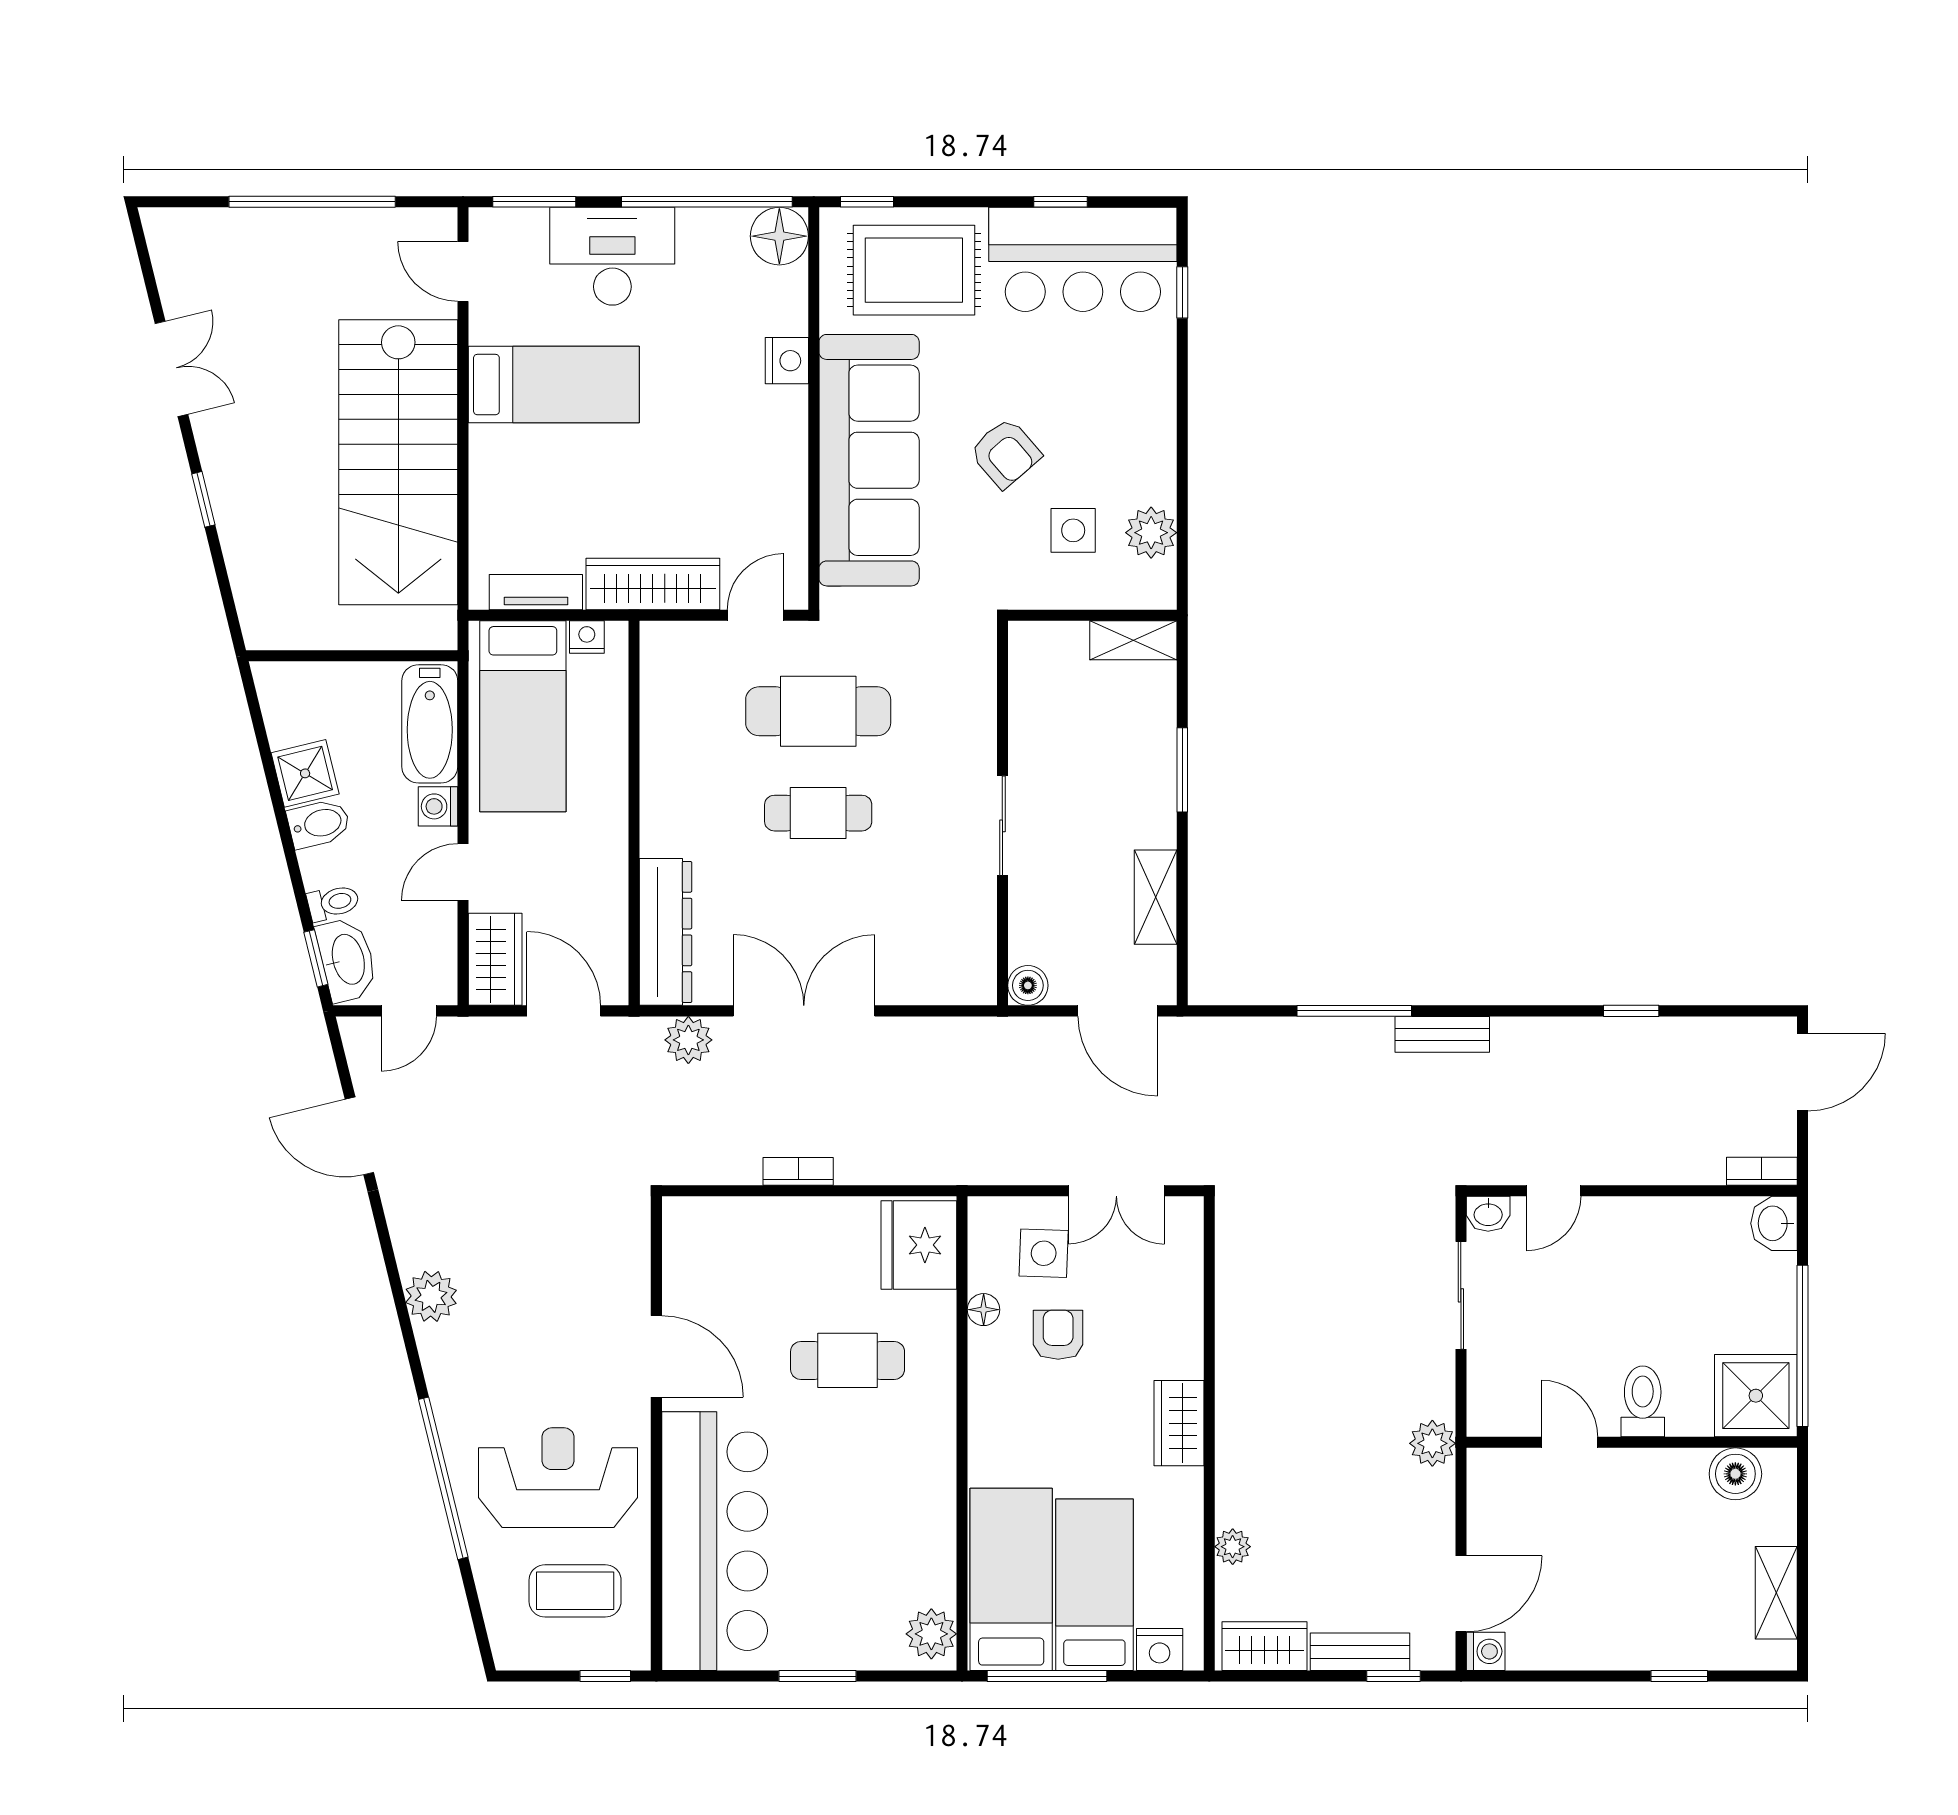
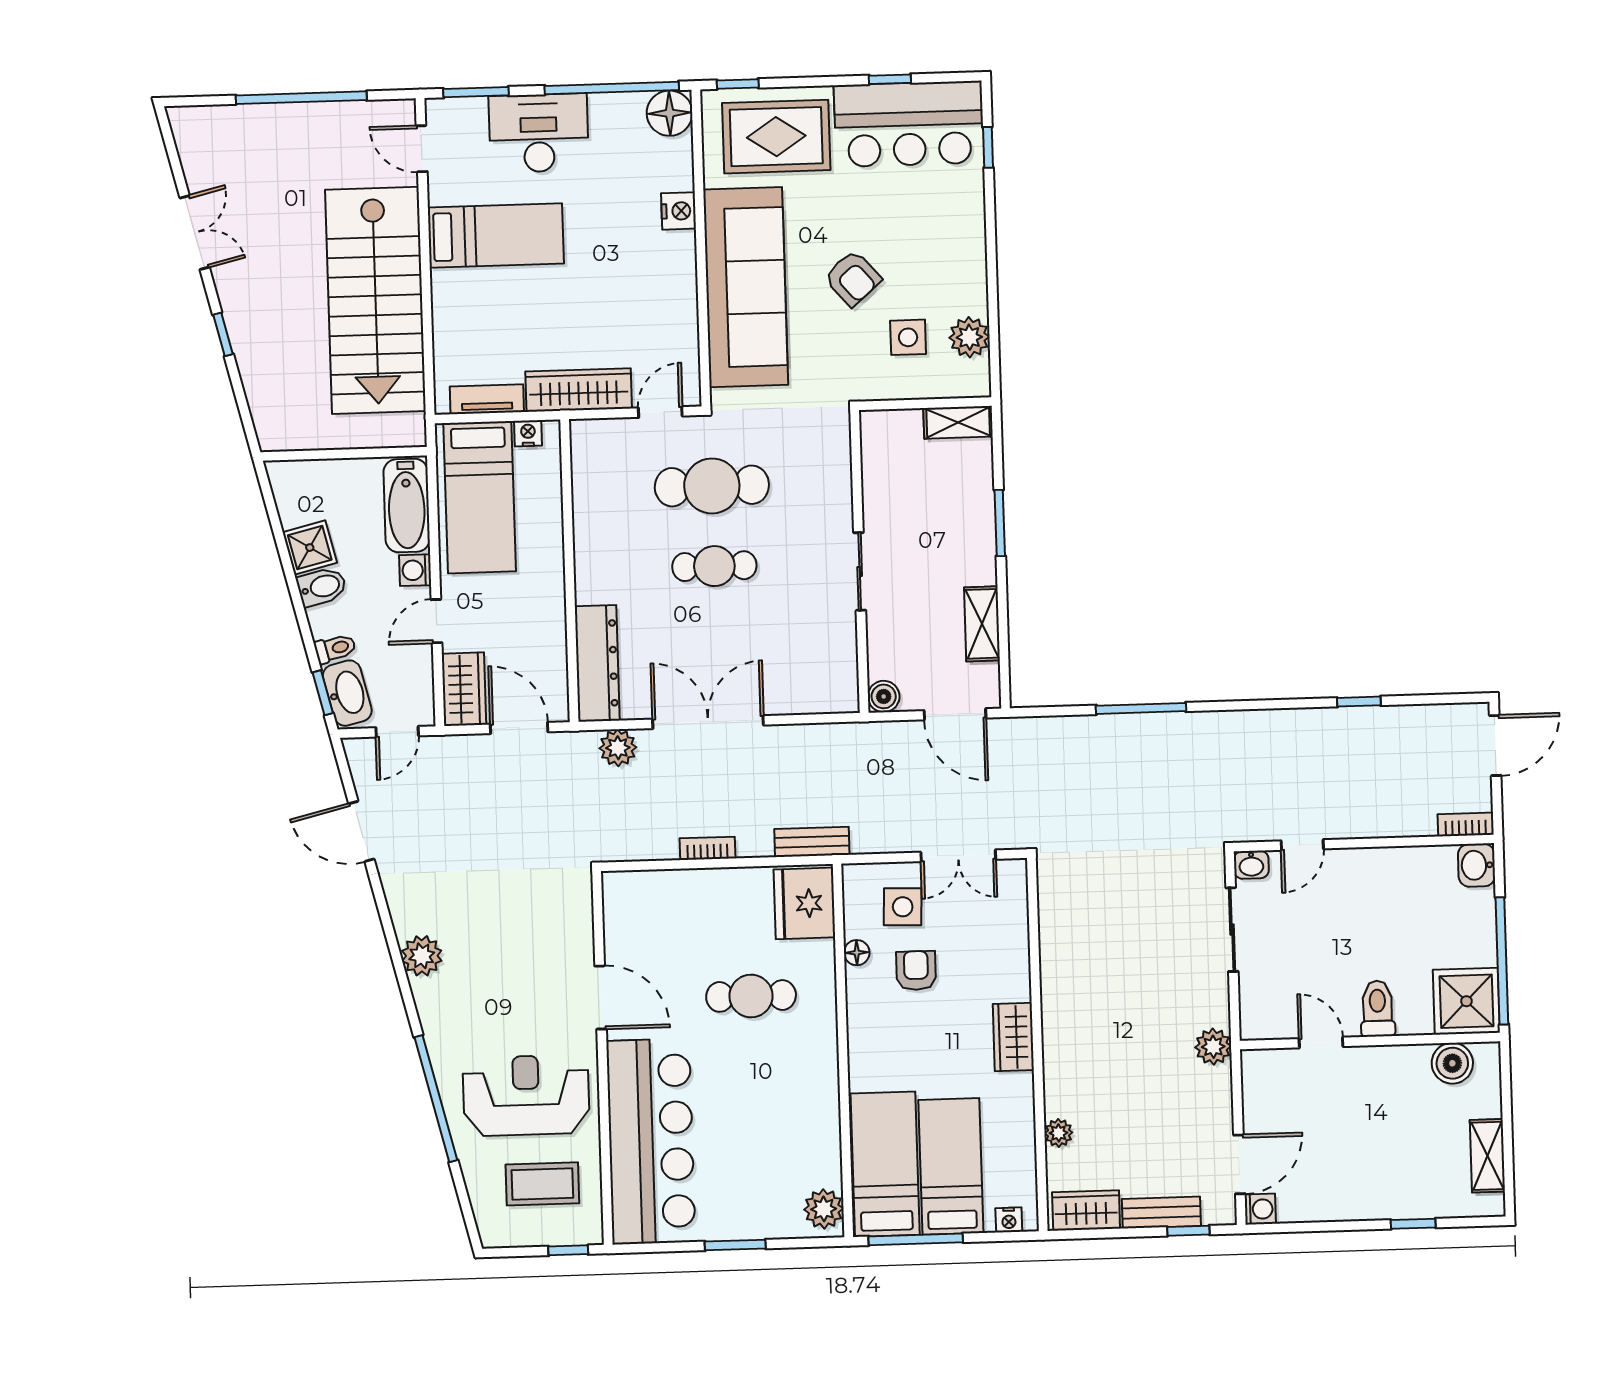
bench: (1442, 1034) -> (812, 842), moved
nightstand: (1160, 1650) -> (1009, 1220), width x0.72, depth x0.74

